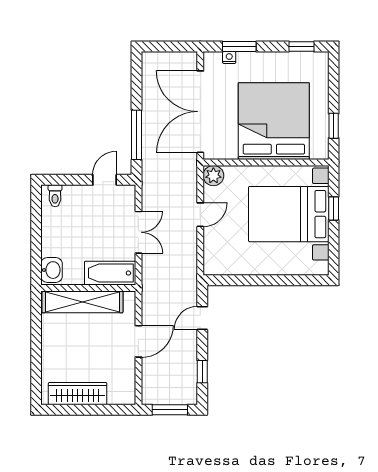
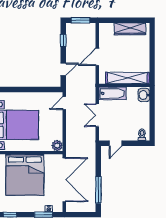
window: (137, 135) -> (98, 190), moved
door: (200, 215) -> (64, 103), moved

